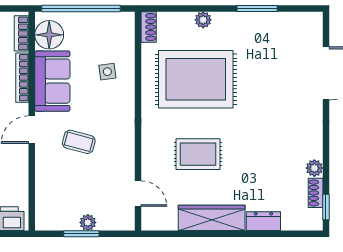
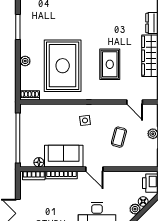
floor lamp: (49, 35) -> (39, 162), width x0.53, depth x0.53
side table: (107, 72) -> (85, 120), moved
coffee table: (79, 142) -> (119, 137), moved
door: (138, 194) -> (135, 102), swing flipped

